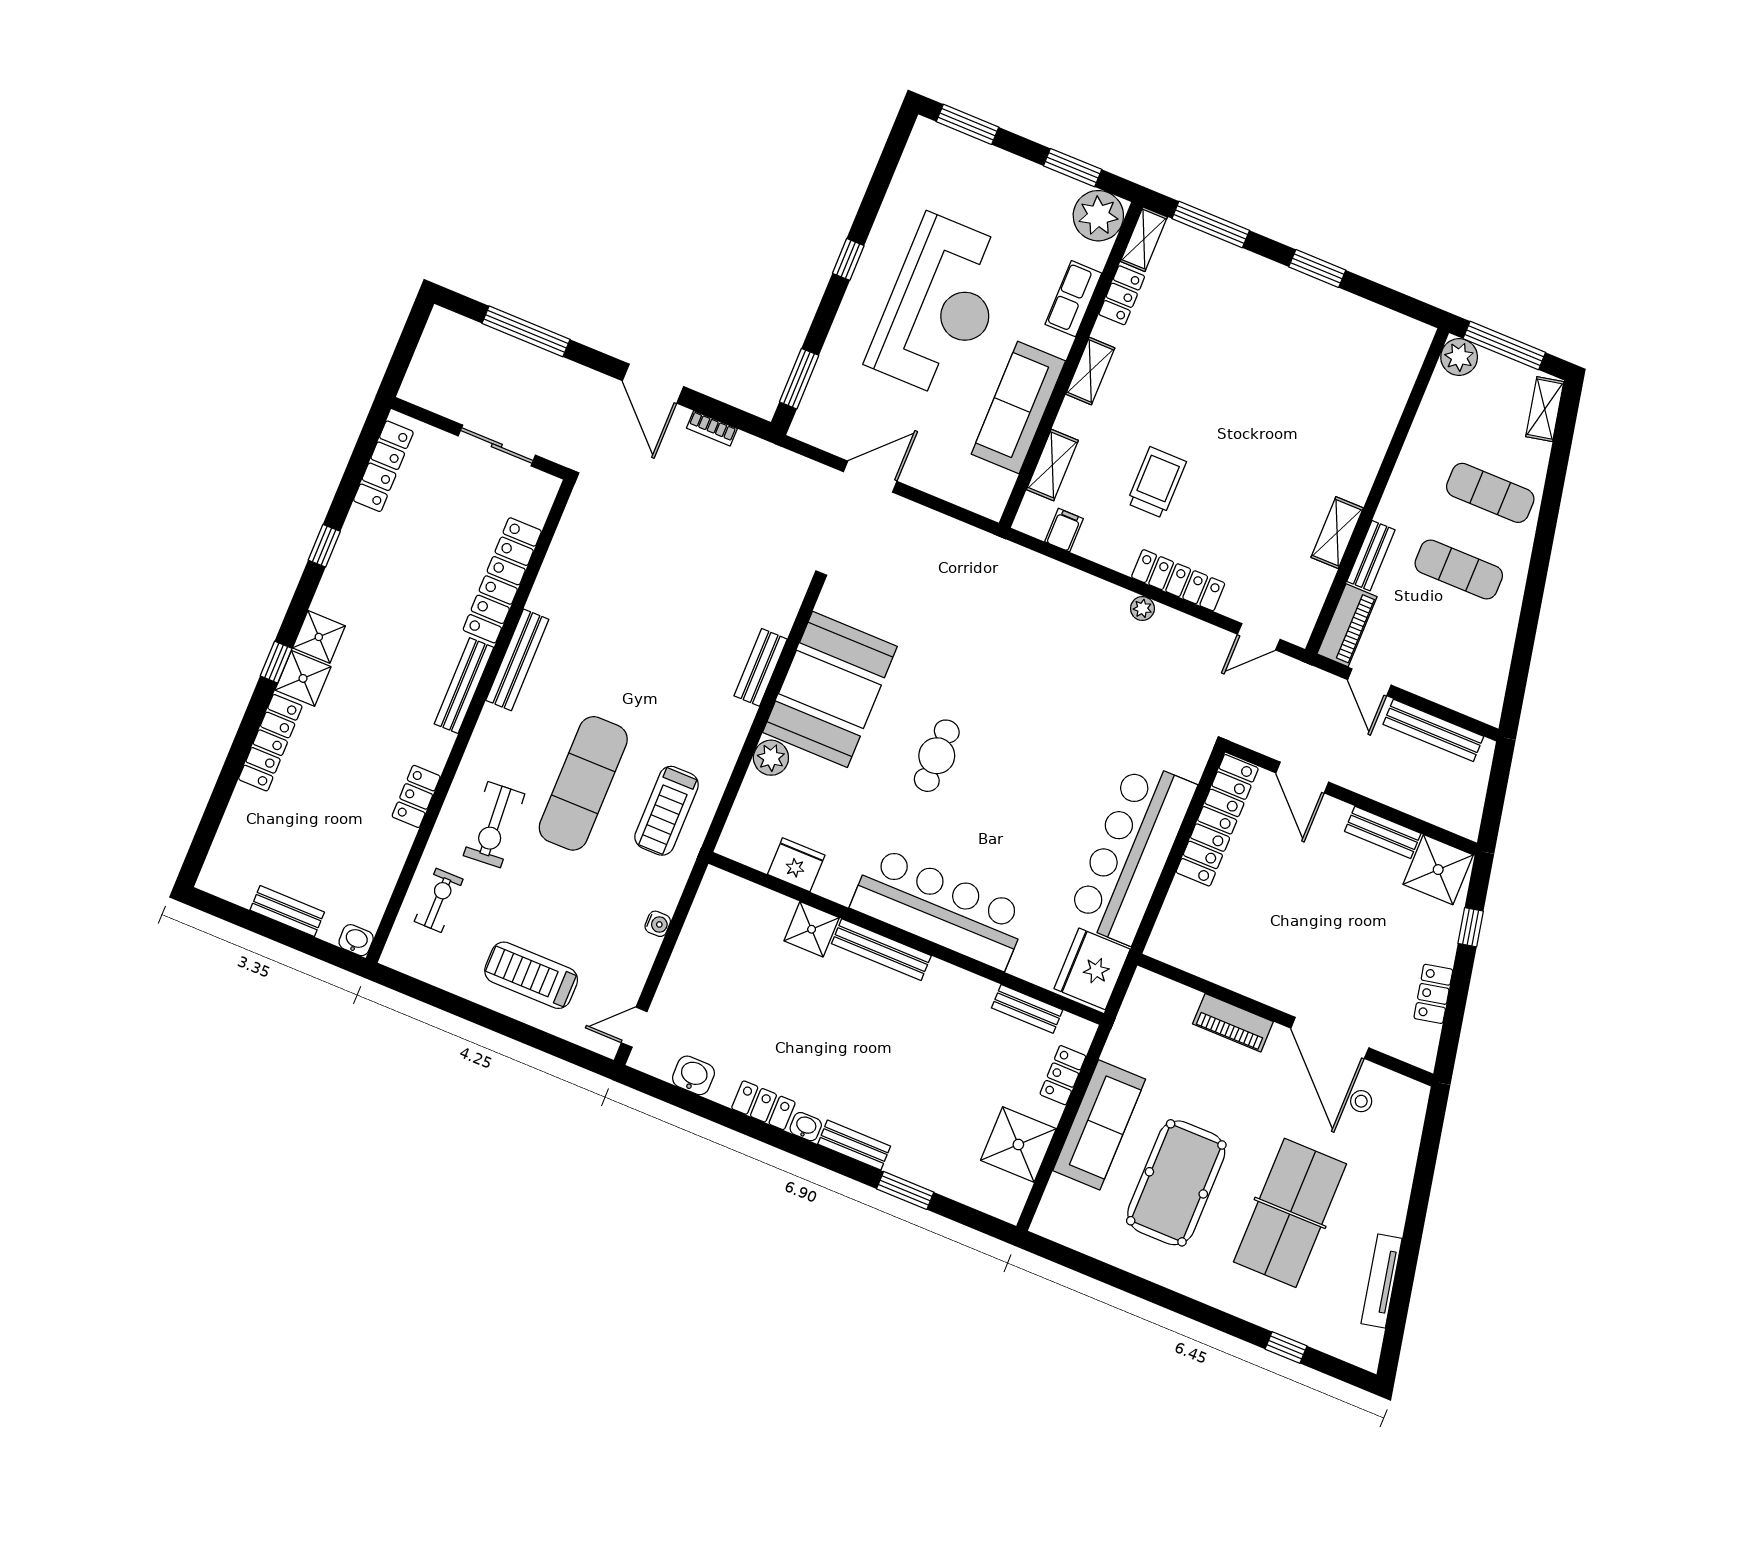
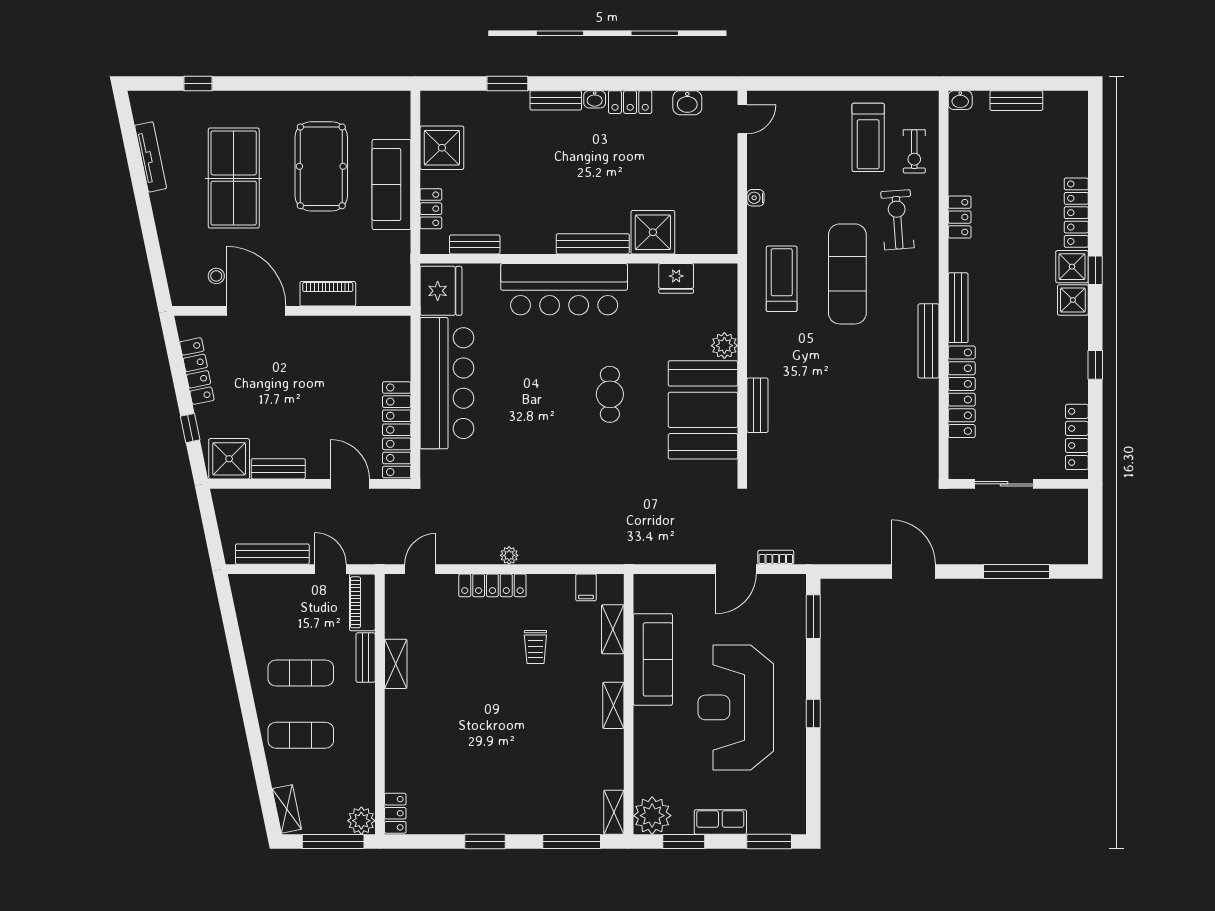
locker: (1122, 295) -> (395, 813), moved, turned 180
row of seats: (1073, 299) -> (720, 822), moved, turned -90
bookcase: (712, 428) -> (776, 557), moved
trolley: (1157, 482) -> (535, 647), width x0.73, depth x0.72
shower: (812, 929) -> (653, 232), width x1.36, depth x1.36
treadmill: (531, 975) -> (868, 137), moved, turned 90
locker: (1433, 994) -> (197, 371), width x1.53

